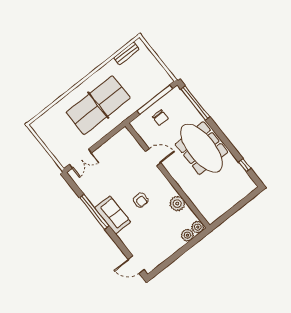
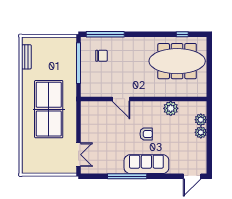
chair: (160, 118) -> (101, 56), moved
meeting table: (201, 148) -> (177, 61), moved
door: (153, 157) -> (121, 99), swing flipped
sofa: (113, 215) -> (146, 164), width x1.36
plant: (198, 227) -> (201, 132), moved

